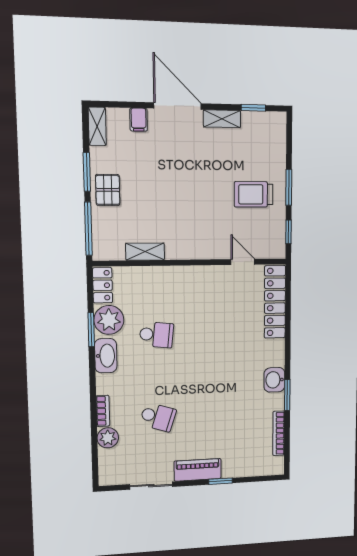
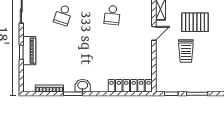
pallet: (167, 190) -> (195, 22), added
trolley: (254, 194) -> (186, 51), moved, turned 180
door: (243, 262) -> (154, 33), moved
piano: (198, 470) -> (29, 51), moved

